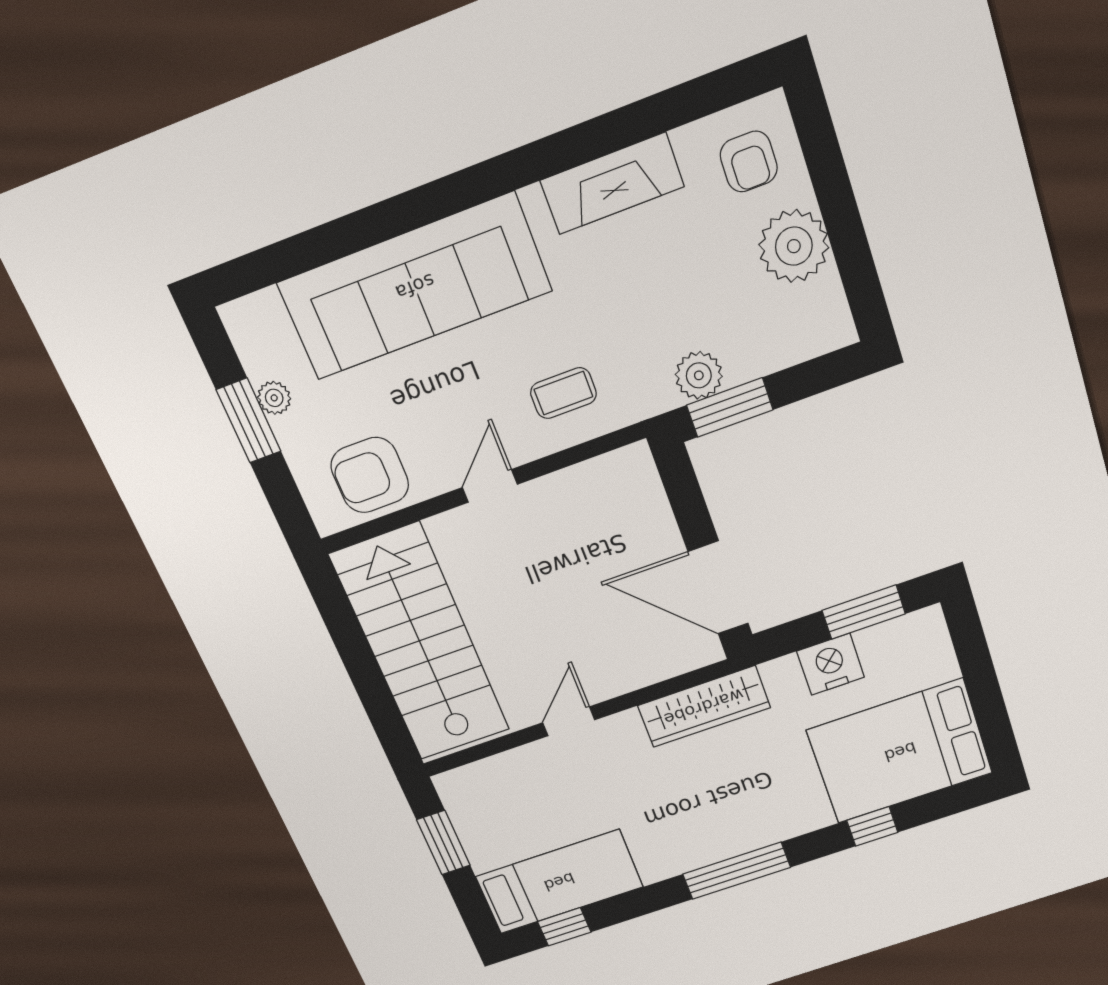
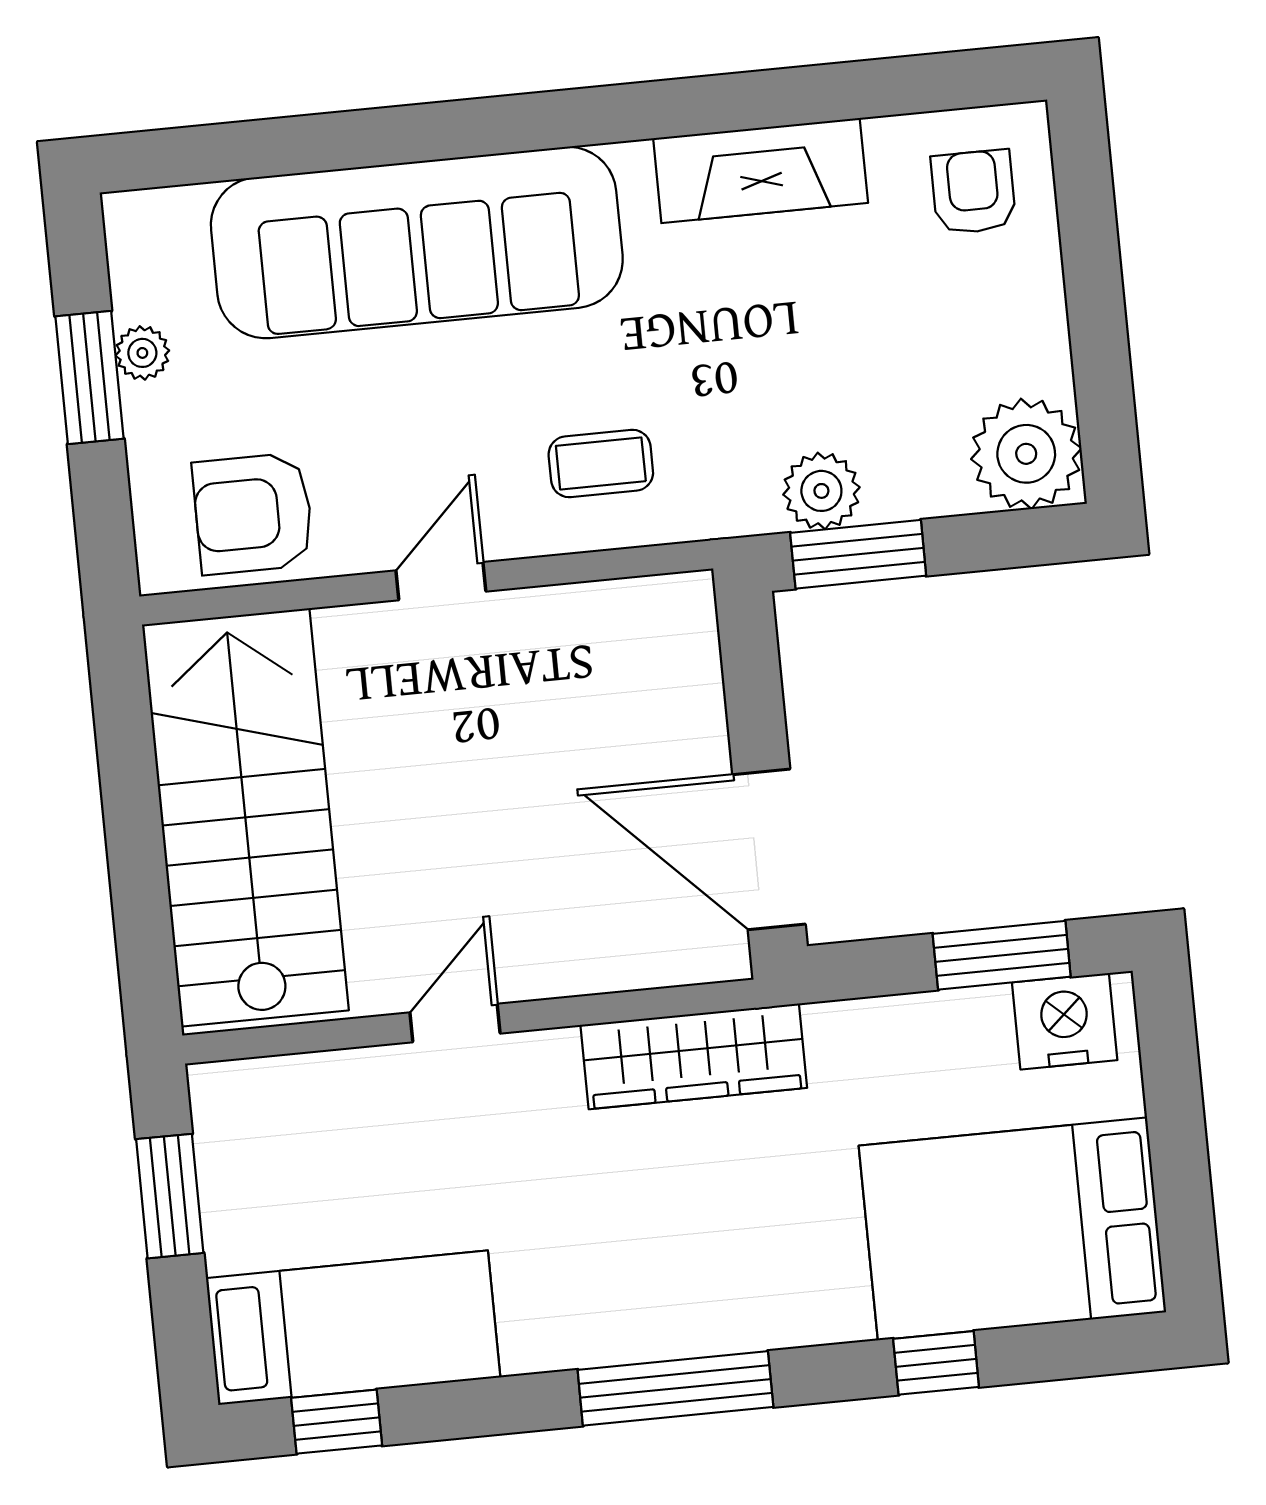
armchair: (749, 162) -> (973, 192), turned 180
plant: (794, 246) -> (1026, 454), moved
nightstand: (830, 664) -> (1065, 1021), moved

